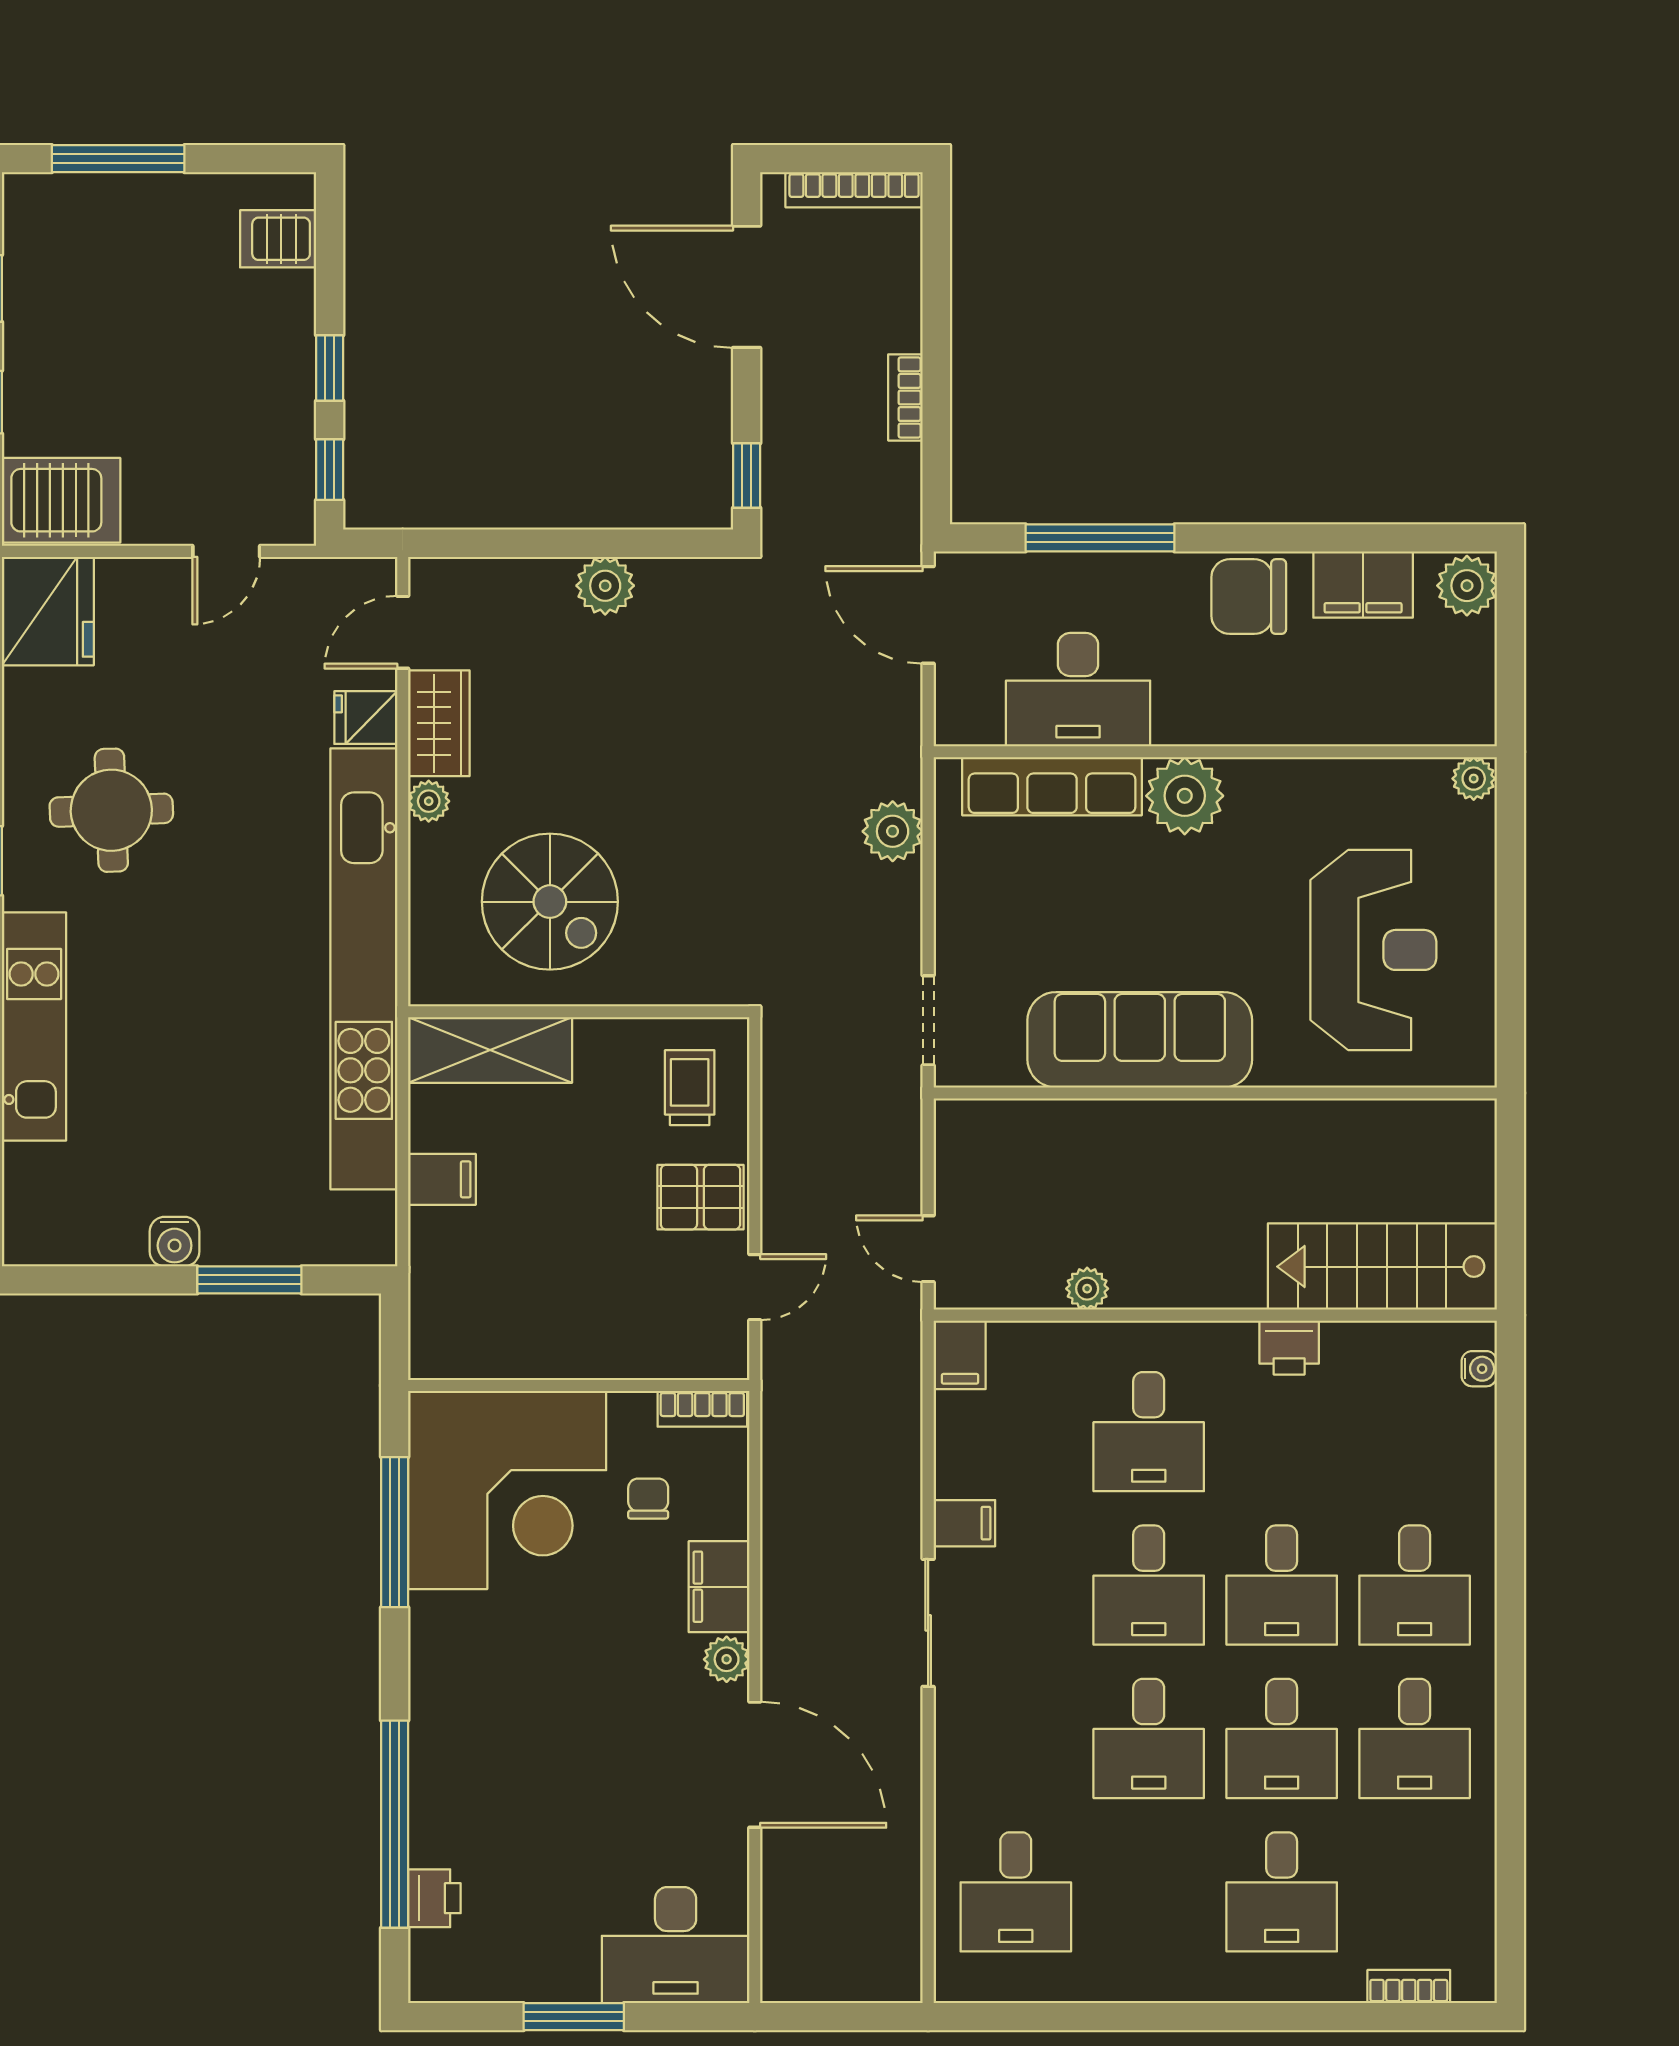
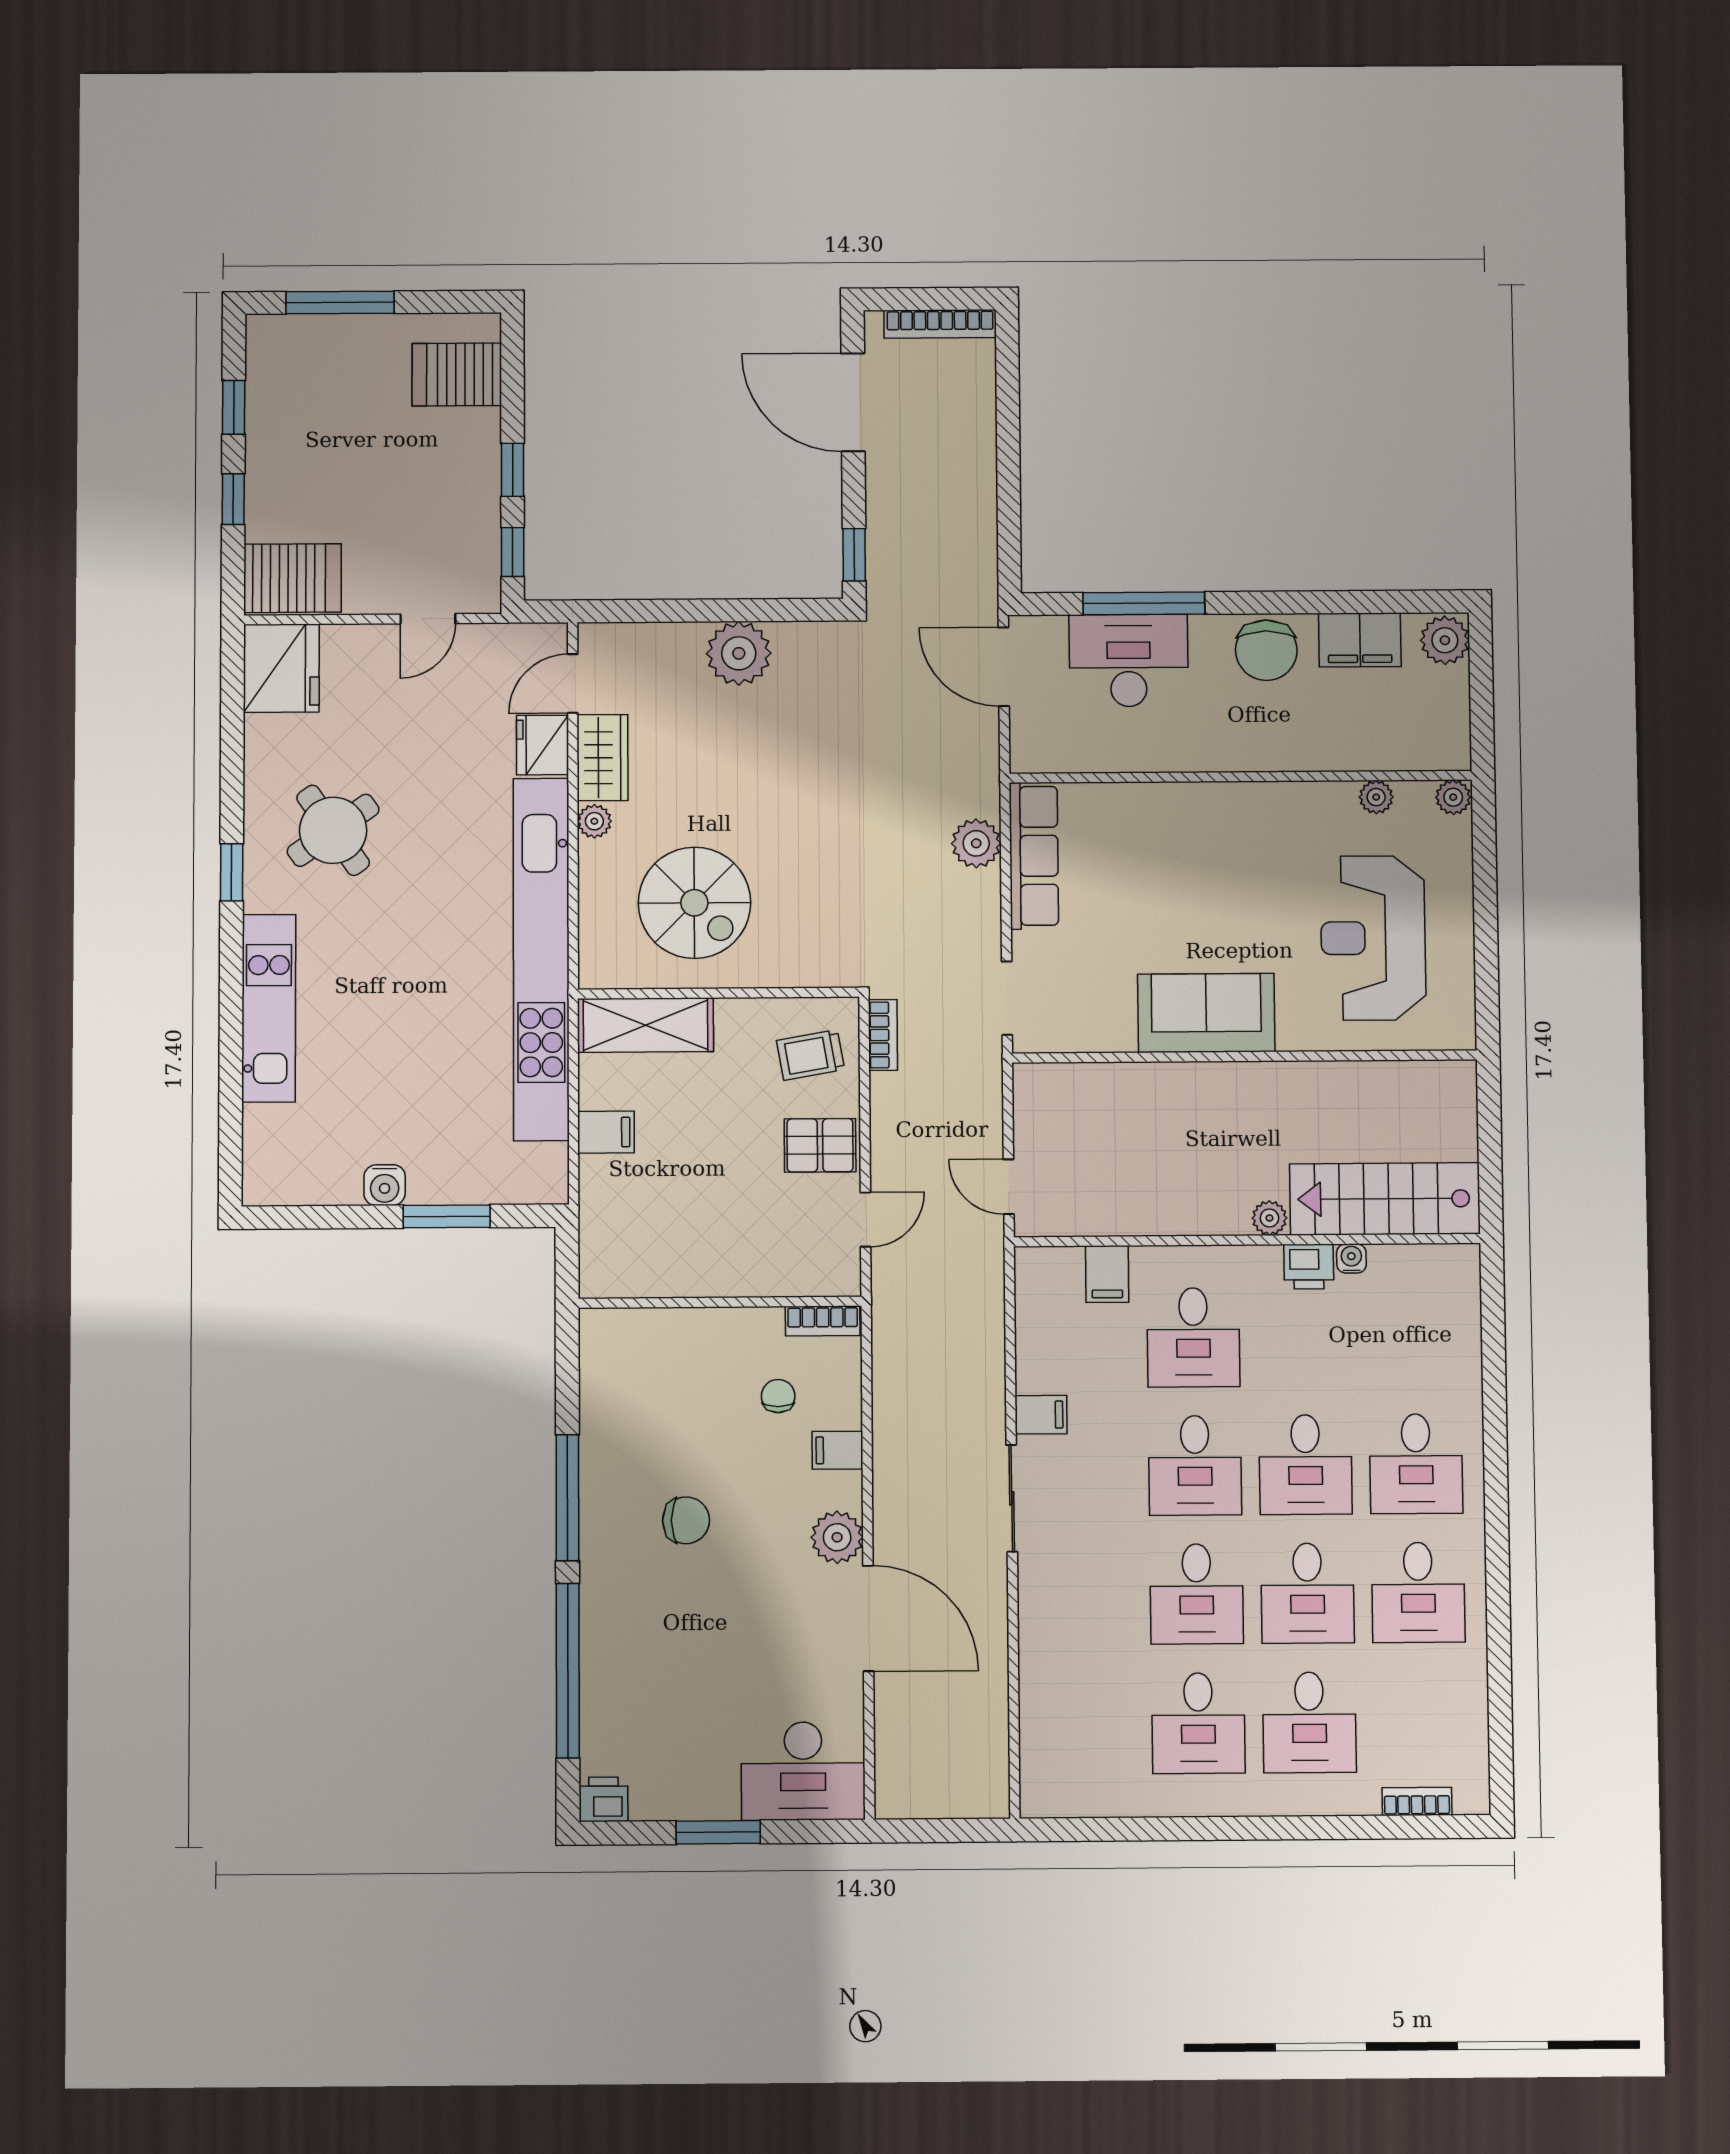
server rack: (278, 239) -> (457, 375), width x1.36, depth x1.44
bookcase: (905, 397) -> (883, 1035), moved, turned 180
plant: (605, 586) -> (739, 653), width x1.36, depth x1.36
chair: (1249, 597) -> (1266, 650), turned -90
desk: (1078, 690) -> (1129, 660), moved, turned 180
fridge: (366, 718) -> (543, 745), width x1.38
row of seats: (1052, 786) -> (1034, 856), moved, turned -90
plant: (1185, 796) -> (1376, 797), moved, width x0.53, depth x0.53
round table: (111, 810) -> (333, 830), turned -33
reception desk: (1373, 950) -> (1373, 938), turned 180
sofa: (1140, 1040) -> (1206, 1013), width x0.73
trolley: (690, 1088) -> (811, 1055), turned -100
plant: (1087, 1289) -> (1269, 1218), moved
filing cabinet: (960, 1355) -> (1107, 1274), moved
water cooler: (1479, 1369) -> (1351, 1258), moved, turned -90
corner desk: (507, 1490) -> (661, 1390), removed
window: (395, 1532) -> (567, 1498), moved
filing cabinet: (719, 1587) -> (837, 1450), width x0.50
chair: (537, 1646) -> (686, 1520), added
plant: (727, 1659) -> (837, 1537), width x1.38, depth x1.38
desk: (1016, 1892) -> (1198, 1723), moved
printer: (434, 1898) -> (603, 1799), moved, turned -90

